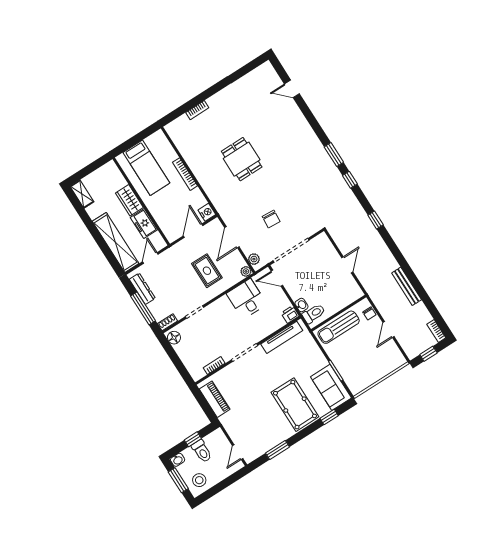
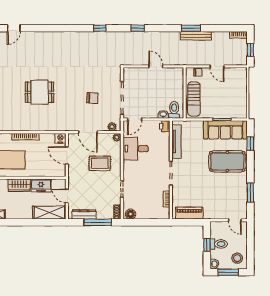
window: (334, 155) -> (191, 28), moved
shelving: (116, 242) -> (49, 213), width x0.68
sofa: (331, 387) -> (225, 130), width x1.36

